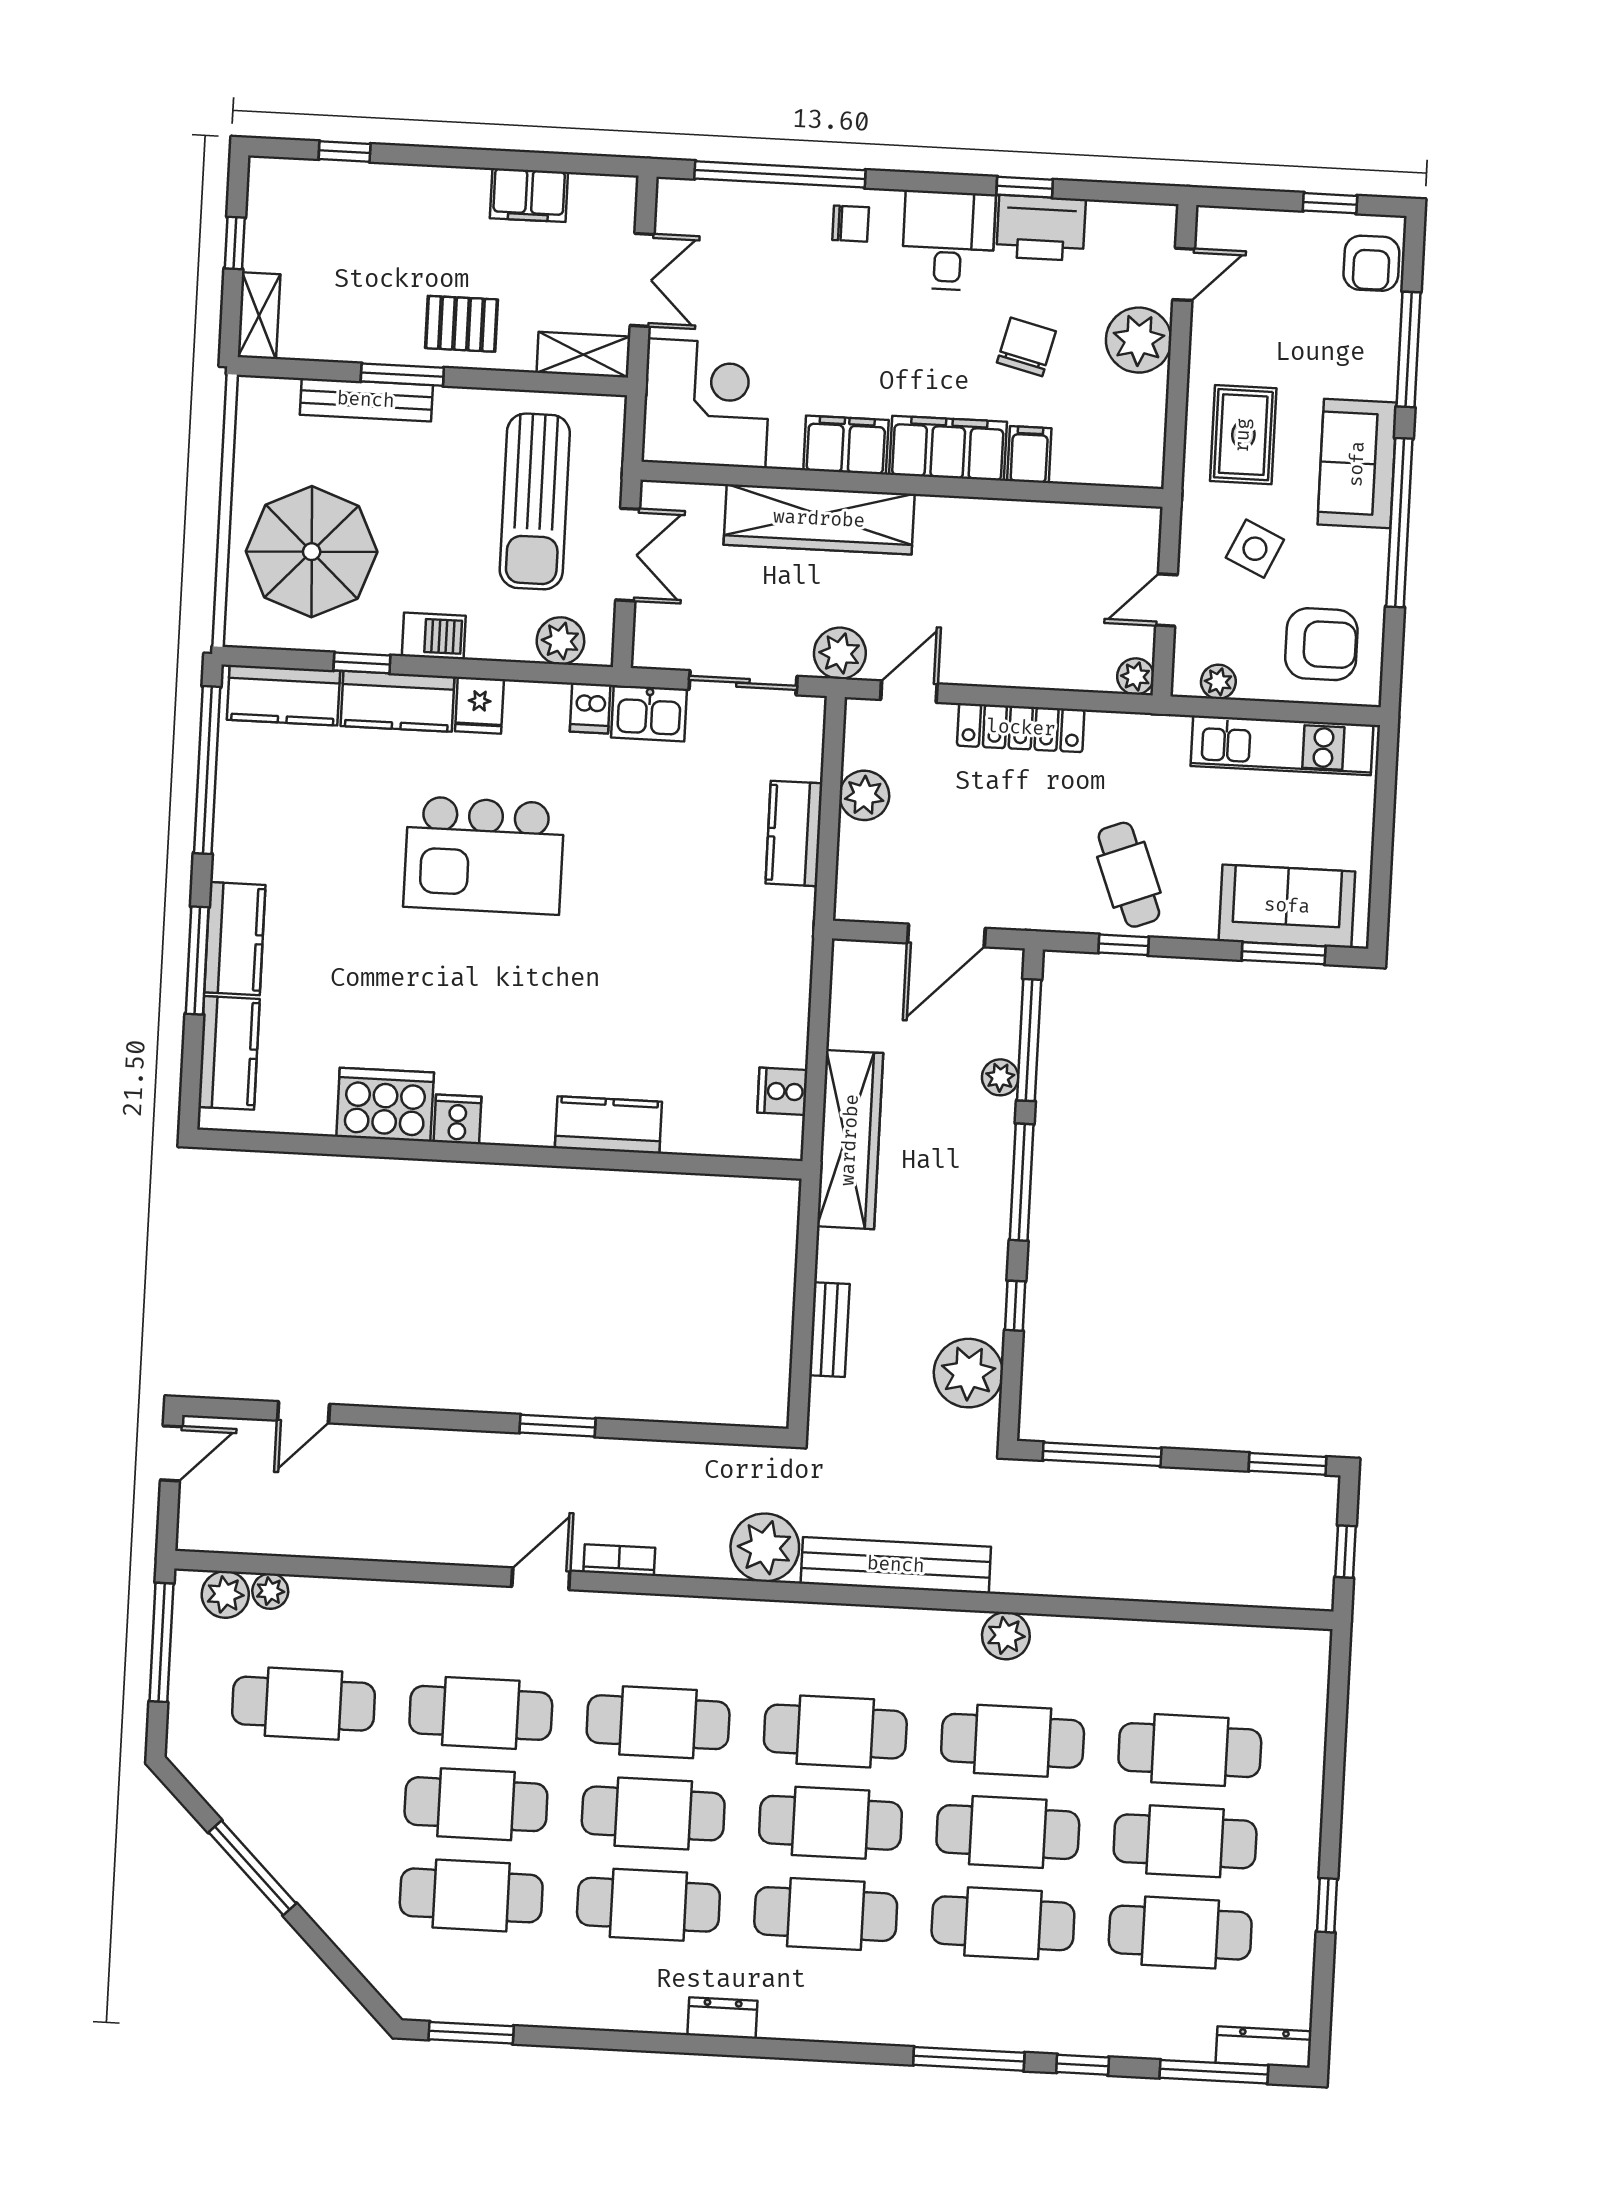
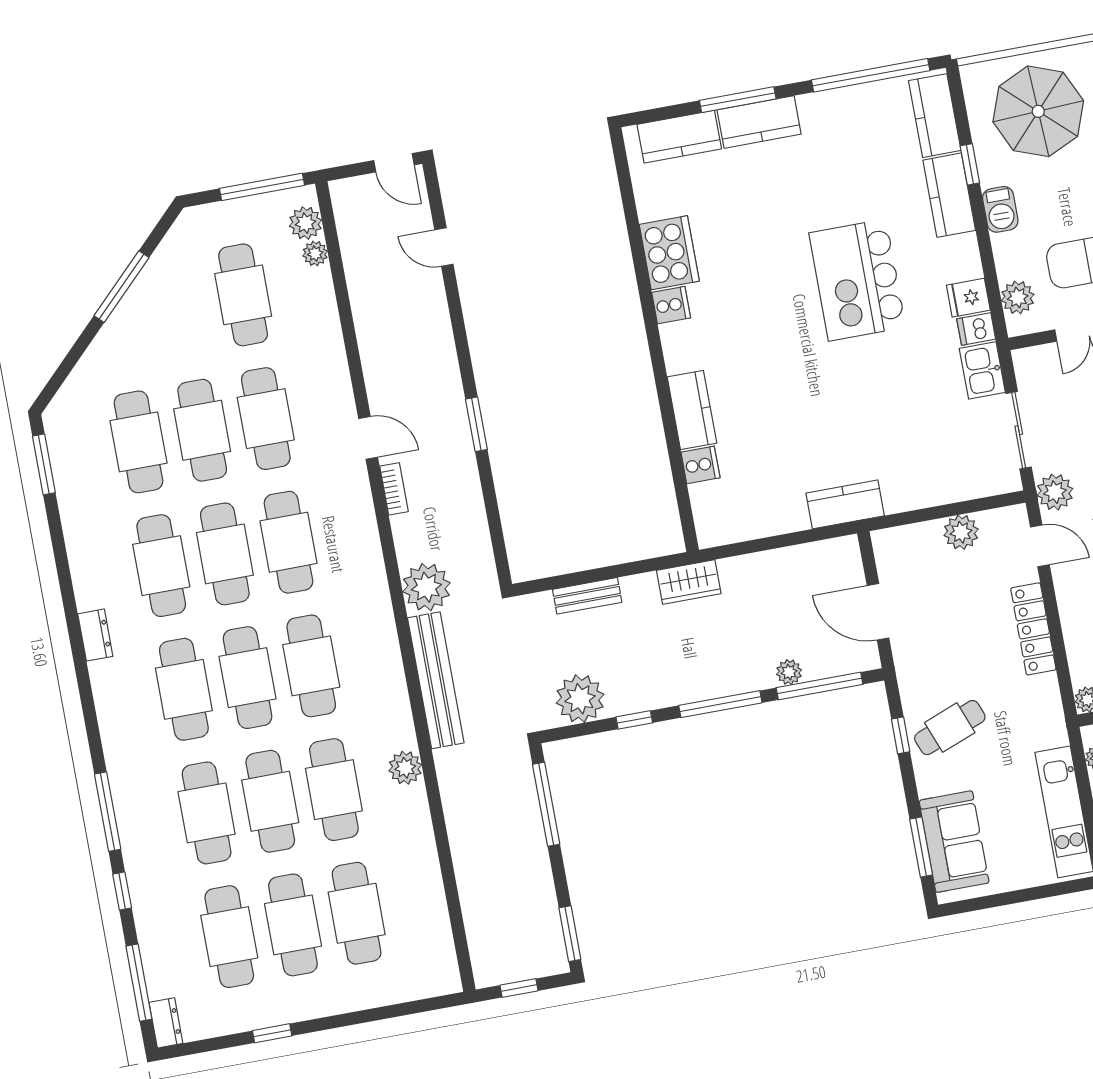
fridge: (479, 705) -> (968, 298), moved
kitchen counter: (794, 833) -> (845, 504), moved
cooker: (782, 1091) -> (700, 465), moved, turned 90
wardrobe: (850, 1140) -> (689, 582), width x0.48, depth x0.85
dresser: (1264, 2047) -> (166, 1023), width x0.70

